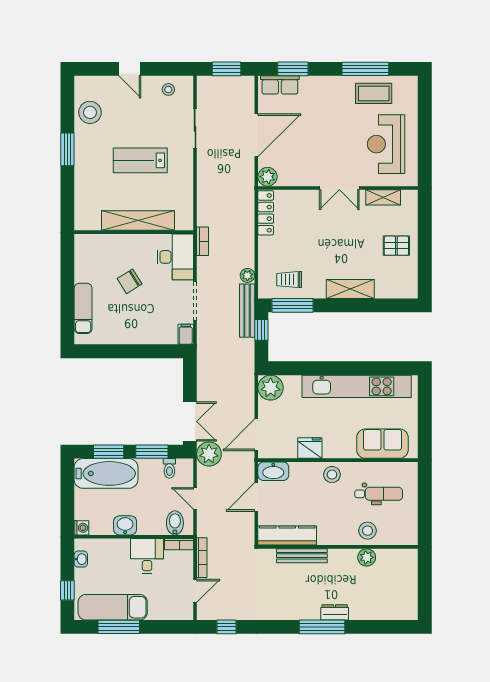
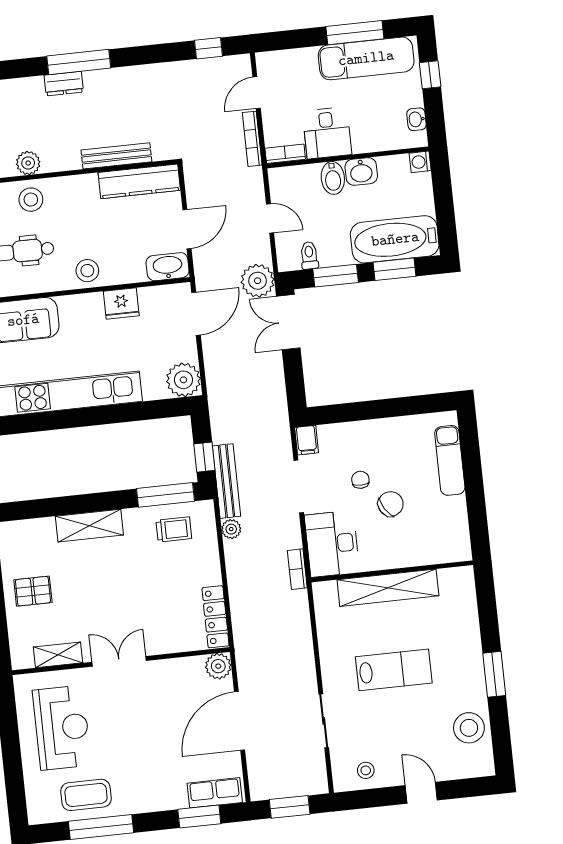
chair: (150, 301) -> (360, 480), added
bidet: (175, 523) -> (333, 178), moved

